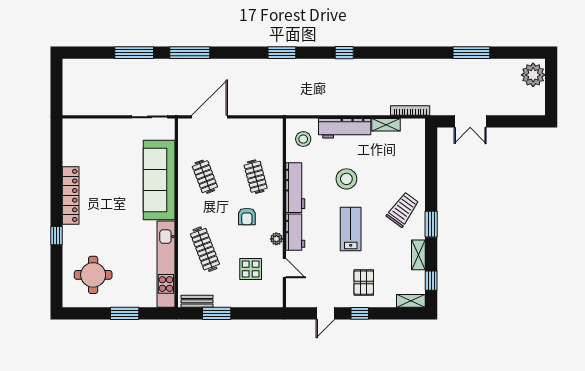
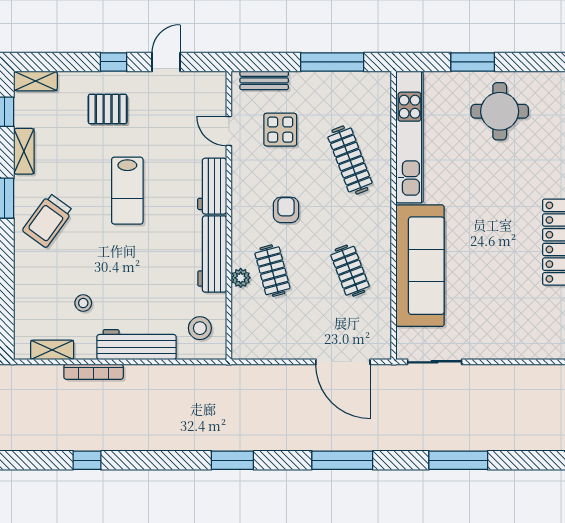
window: (190, 53) -> (342, 460), moved
window: (344, 53) -> (87, 460), moved
bookcase: (410, 110) -> (94, 372), moved
door: (210, 117) -> (343, 362), hinge flipped
shelving: (386, 125) -> (52, 350), moved
stool: (346, 179) -> (83, 303), moved, width x0.53, depth x0.53
plant: (276, 239) -> (241, 278), moved
round table: (93, 275) -> (500, 111), moved
pallet: (364, 283) -> (108, 109), turned 90
bench: (197, 301) -> (264, 80), moved
window: (217, 313) -> (332, 62), width x1.44

